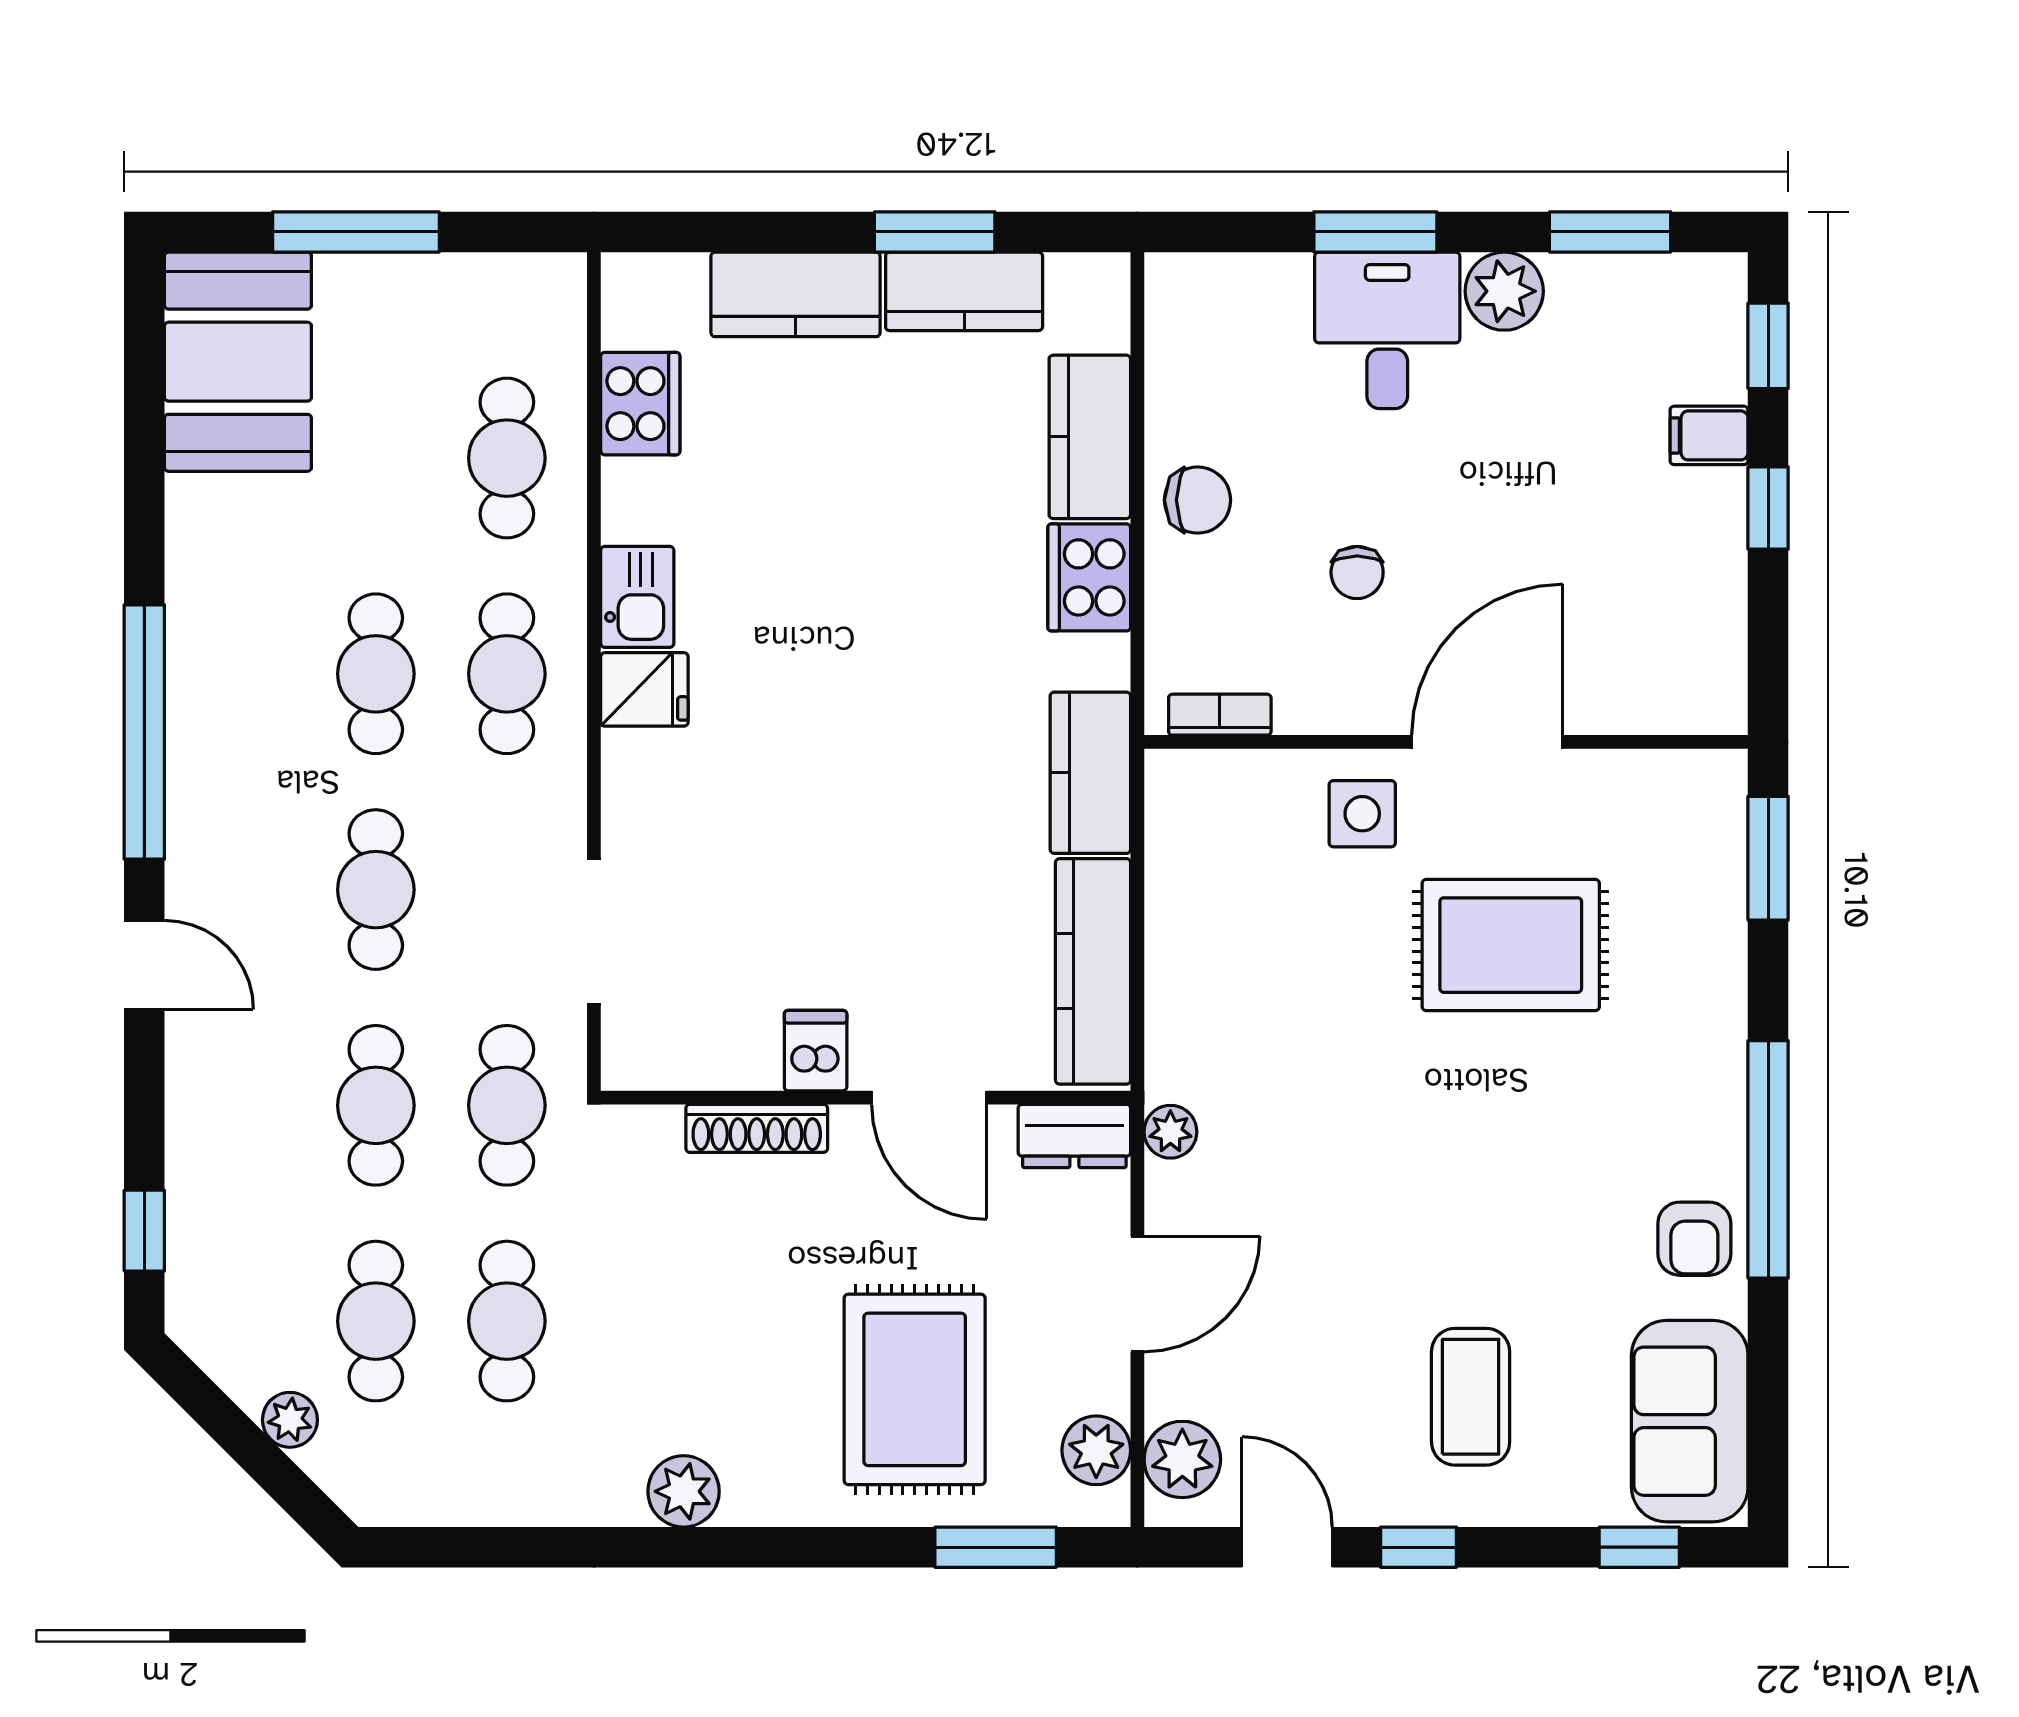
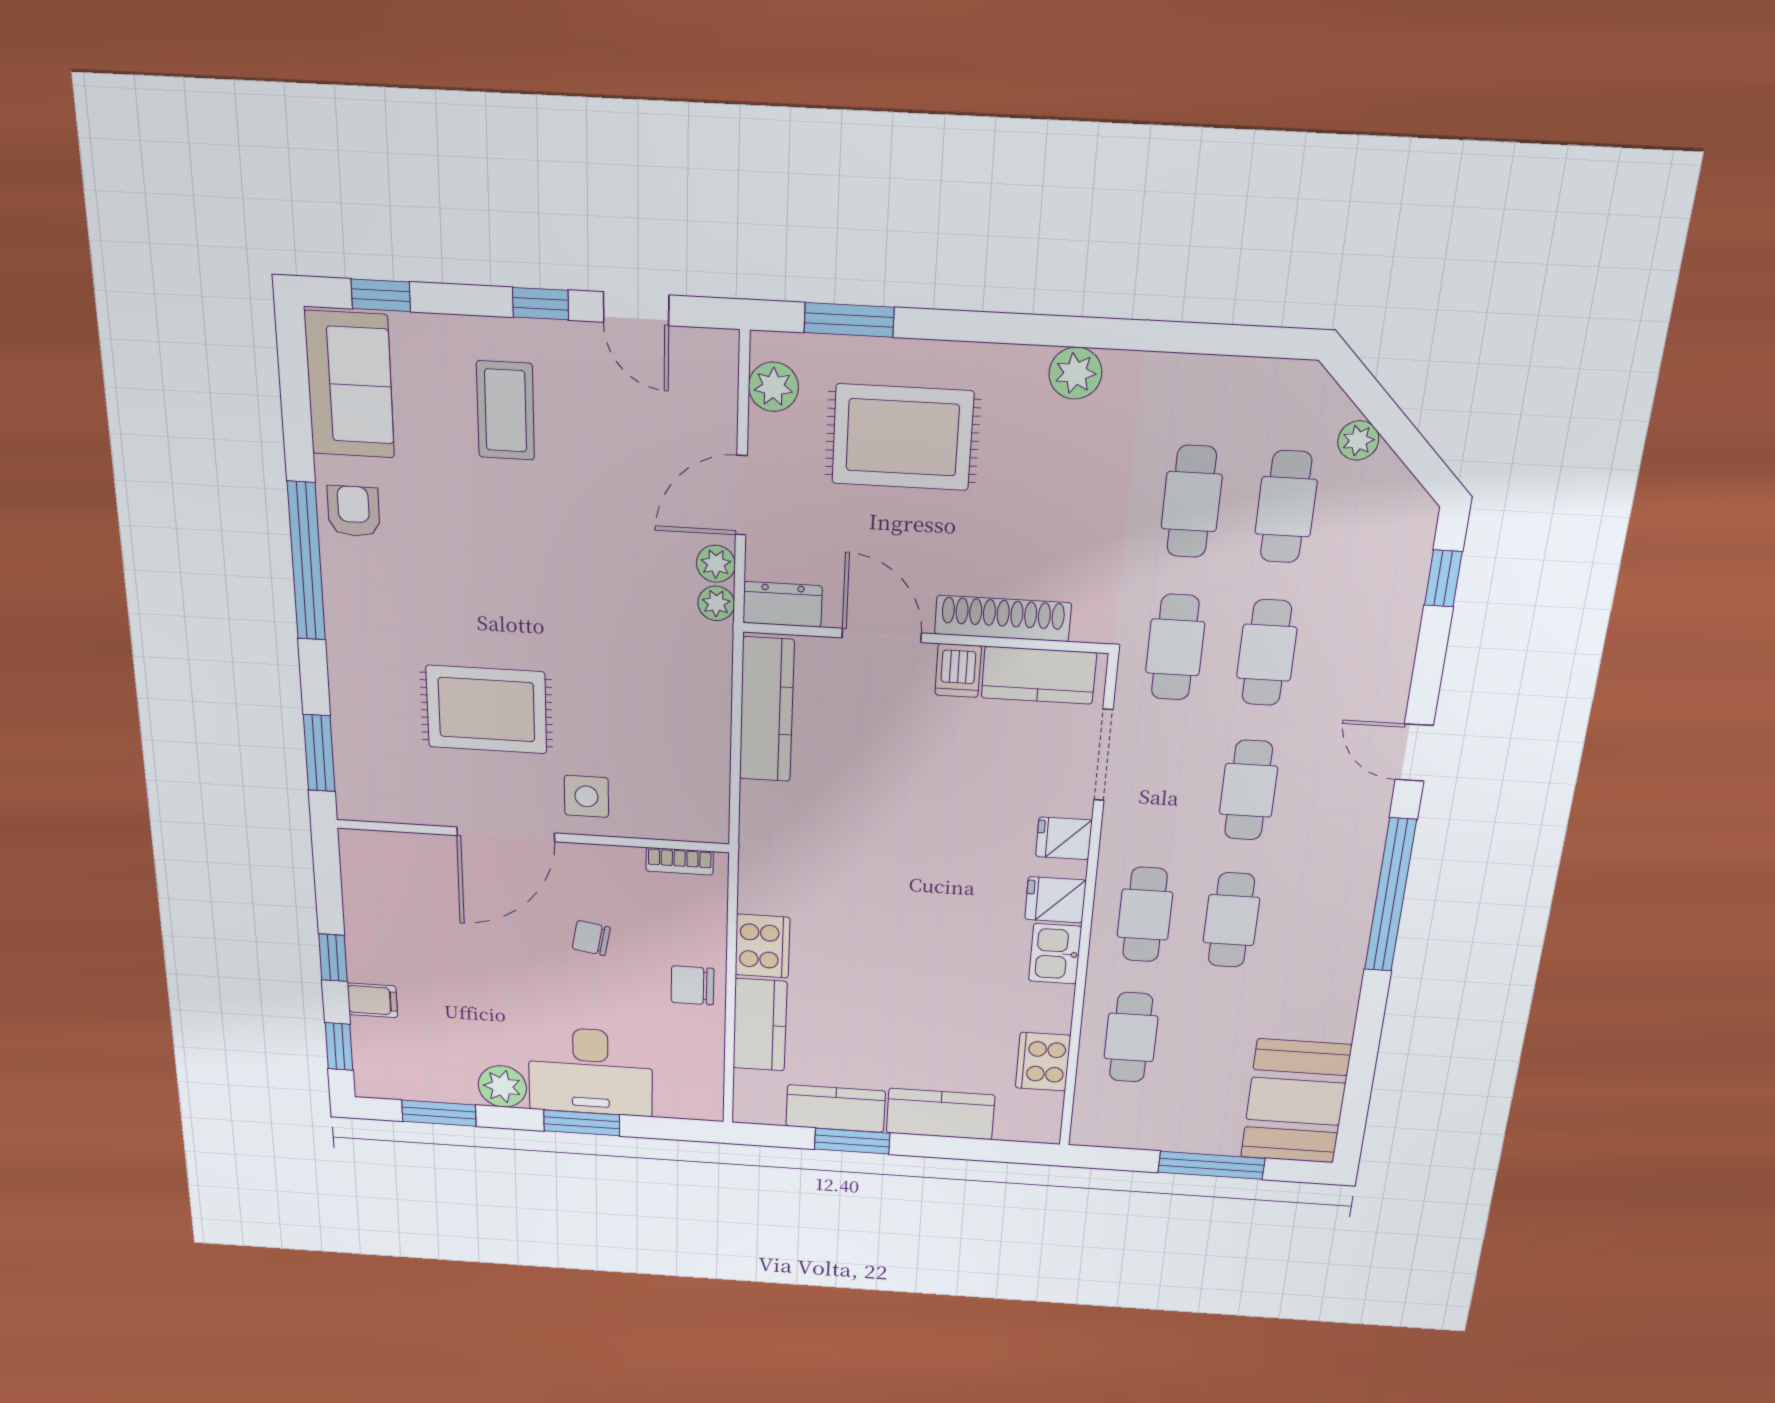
desk: (1387, 330) -> (591, 1071), width x1.37
chair: (1357, 572) -> (591, 938), turned -80
kitchen counter: (1090, 773) -> (1039, 675), moved, turned 90
fridge: (640, 793) -> (1064, 838), added
shoe rack: (757, 1128) -> (1003, 618), width x1.36, depth x1.24
rug: (915, 1389) -> (902, 437), turned 90
plant: (1182, 1459) -> (716, 564), moved, width x0.73, depth x0.73

